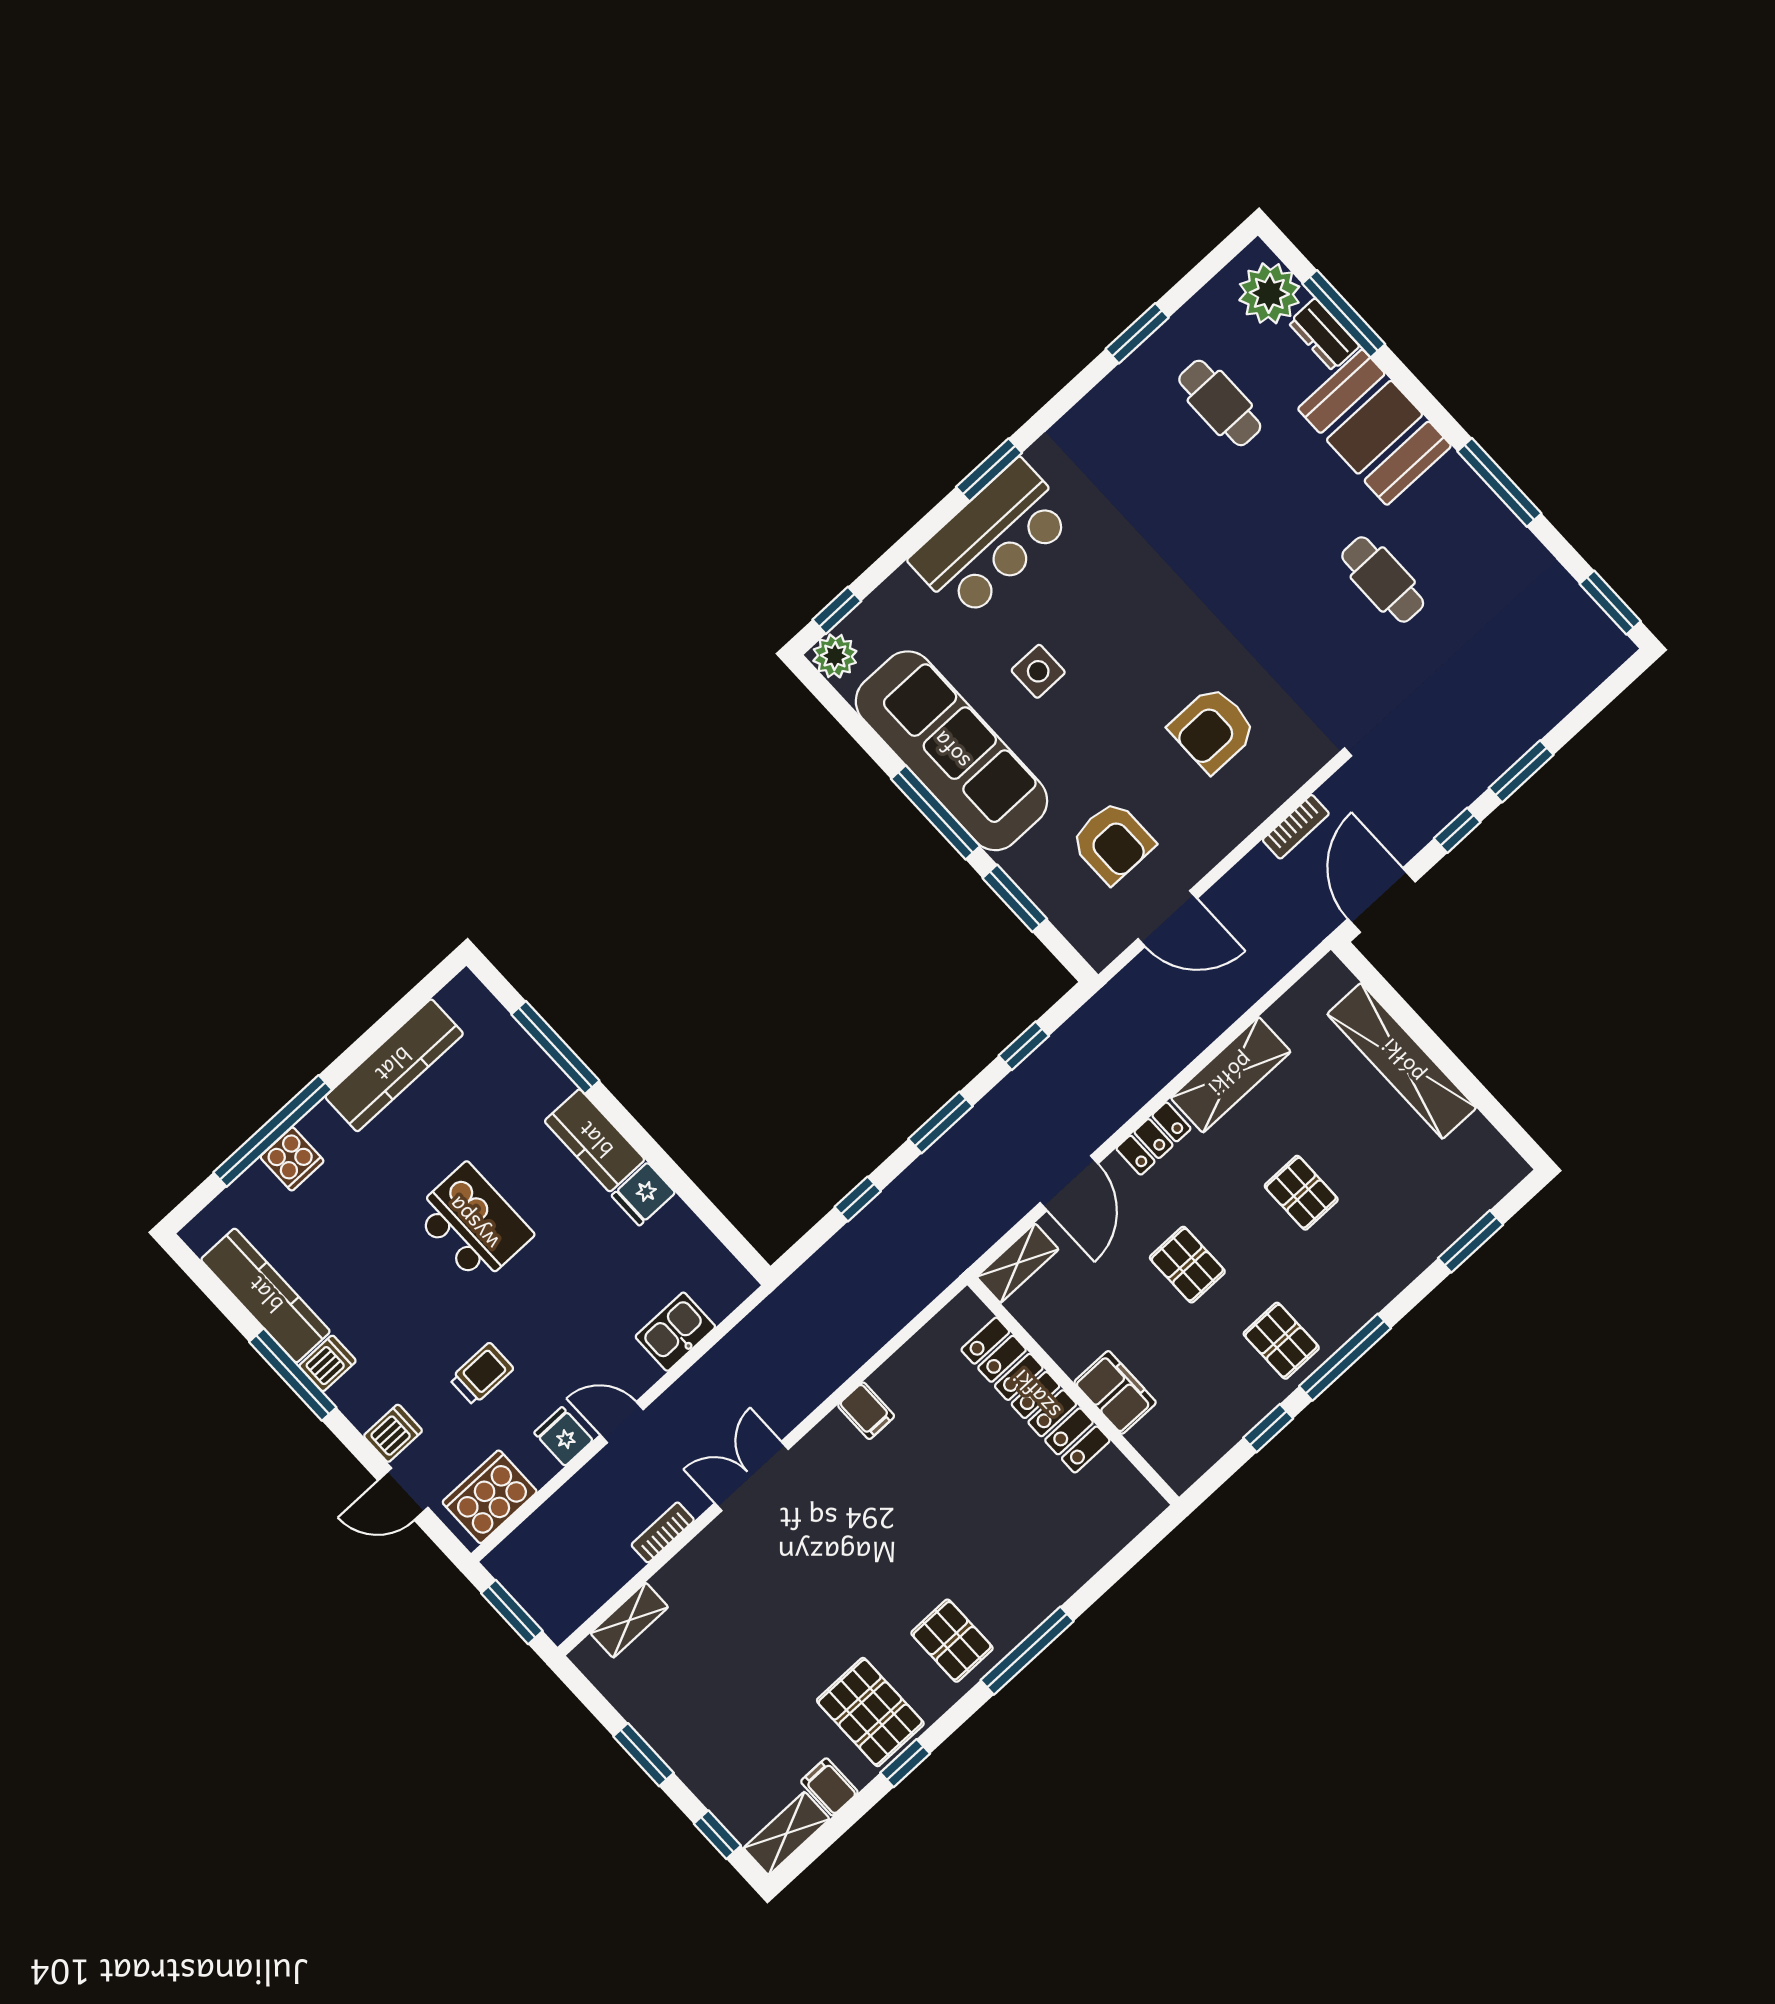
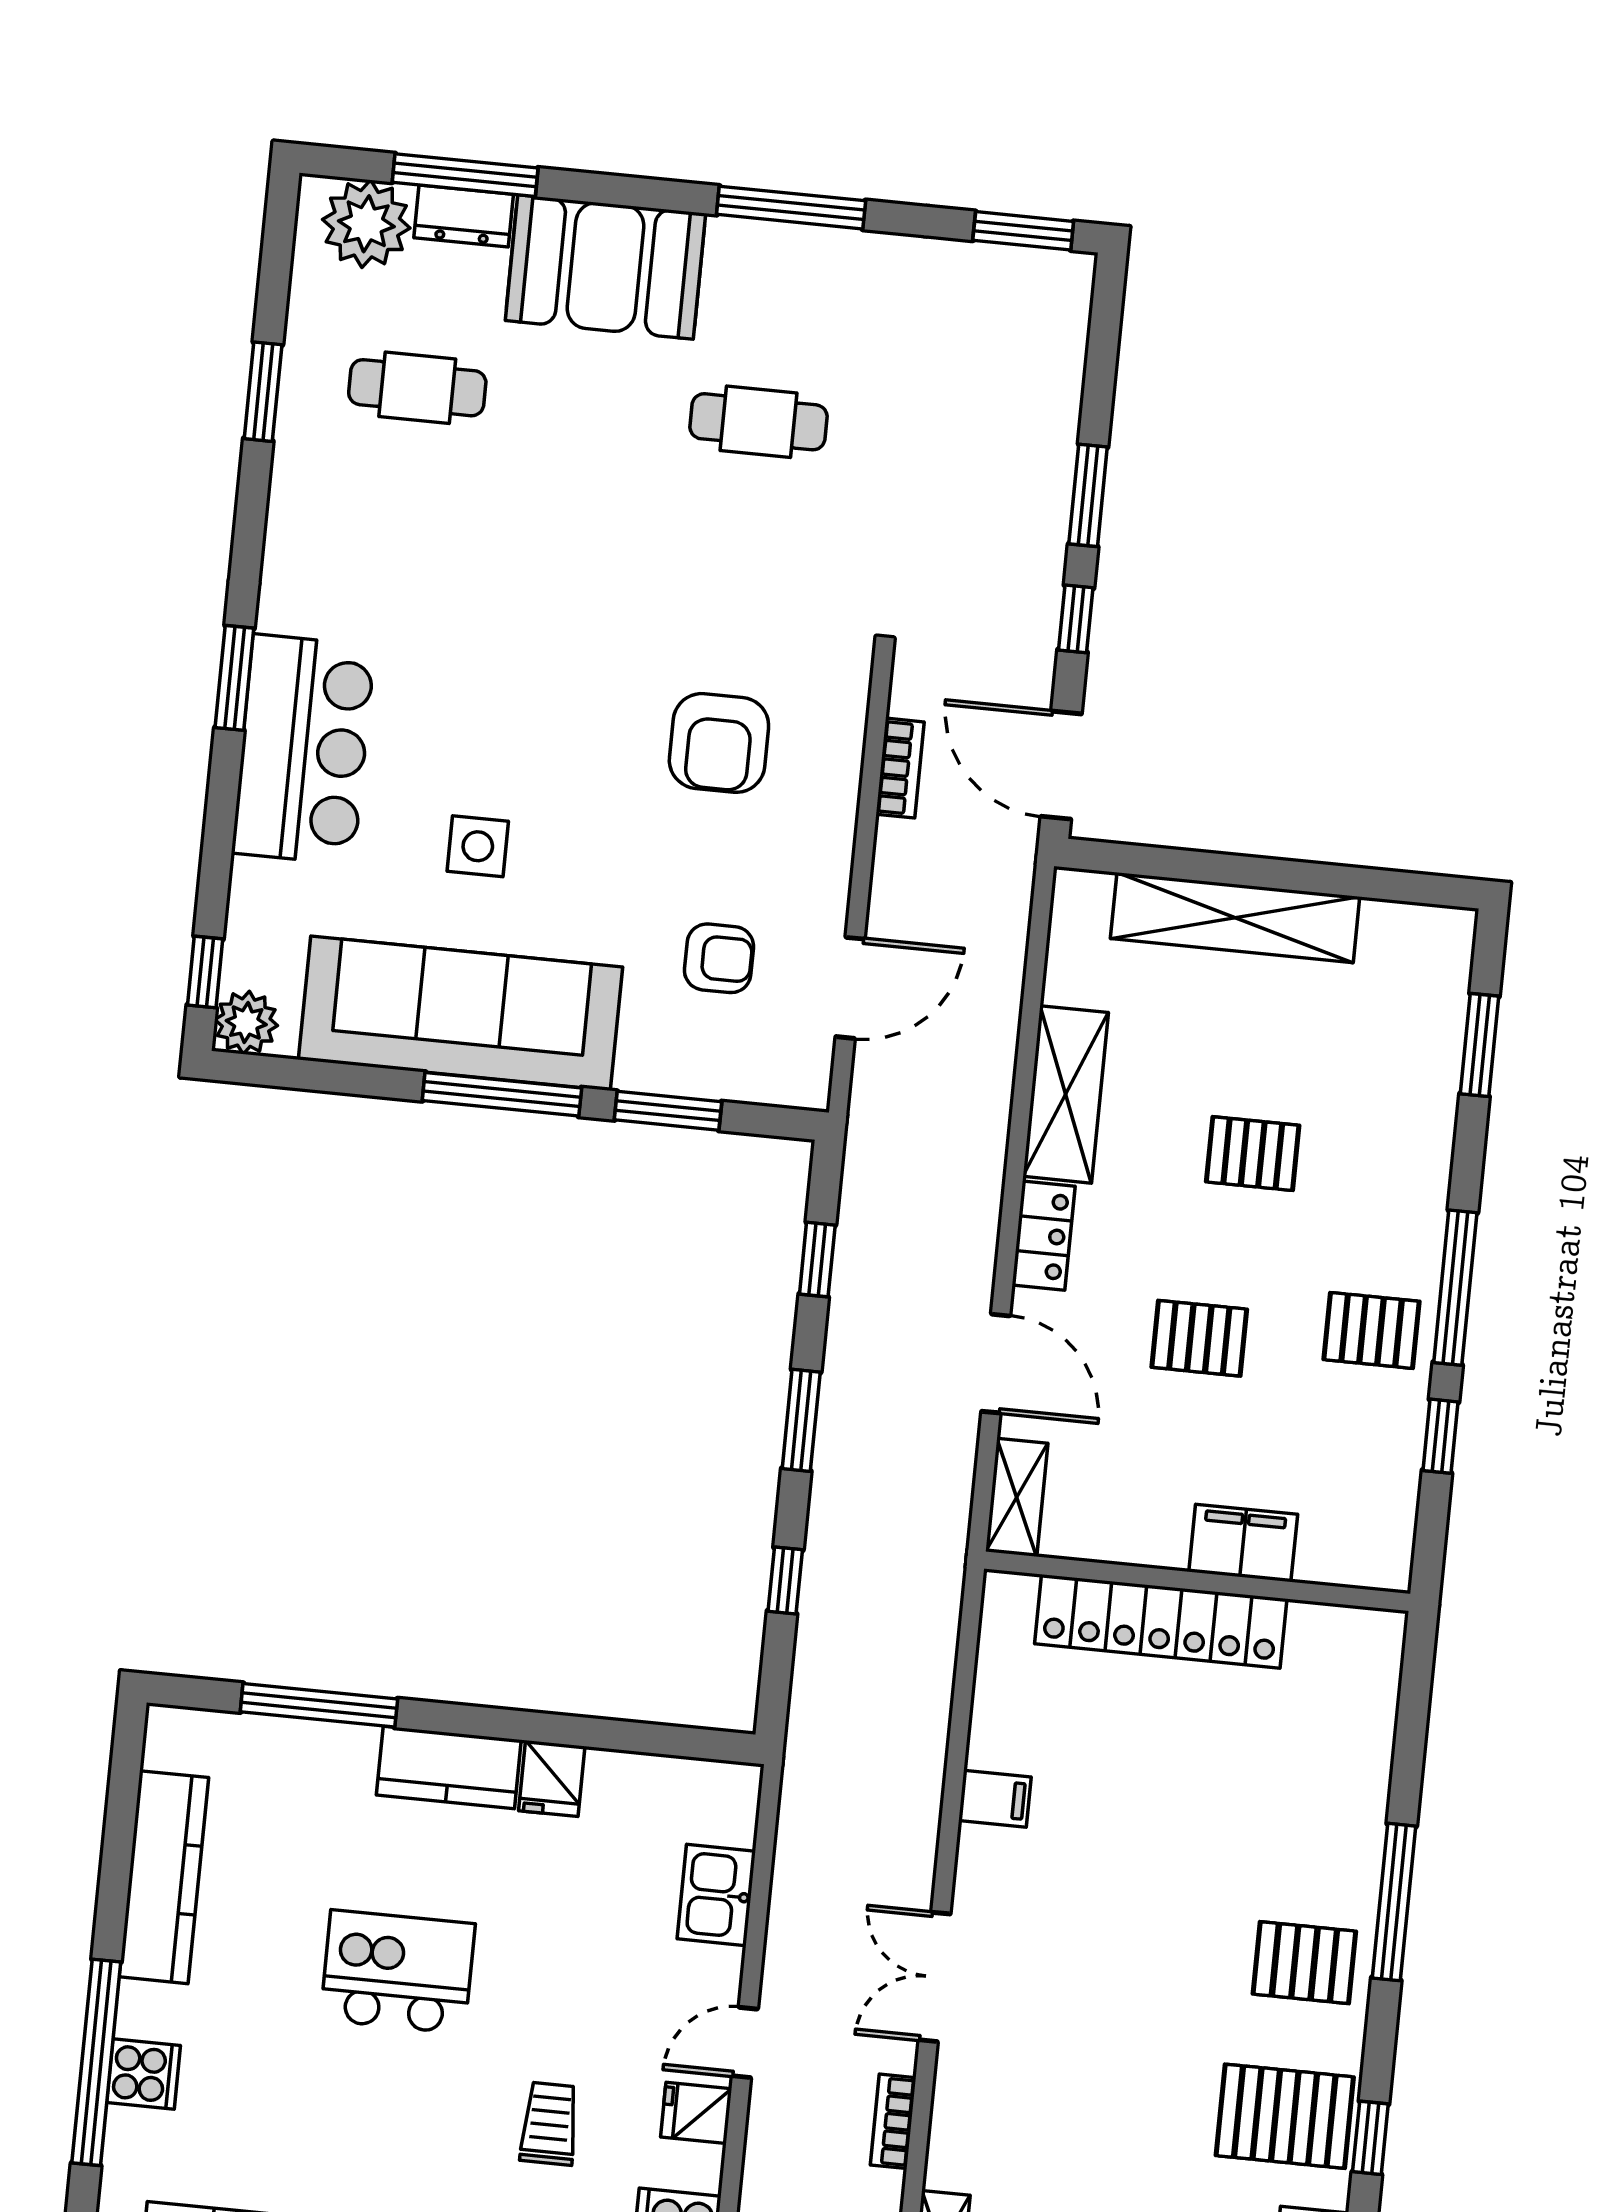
armchair: (1112, 842) -> (719, 958), width x0.72, depth x0.72

